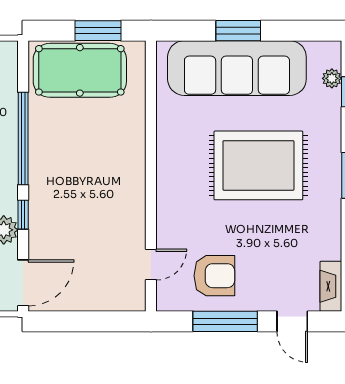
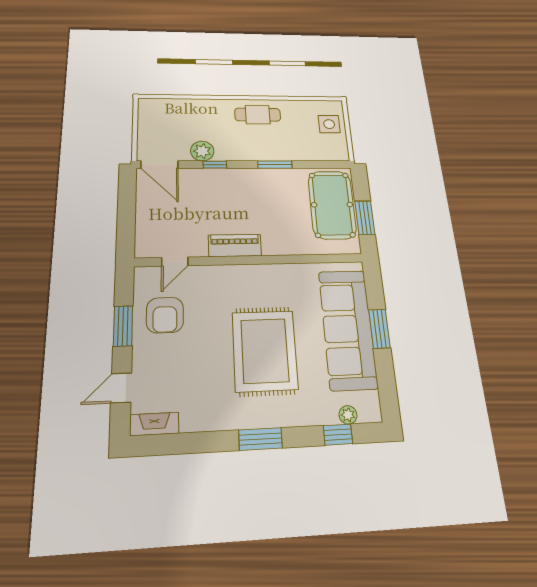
window: (23, 139) -> (275, 165), width x0.47
piano: (132, 194) -> (235, 245), added
door: (151, 265) -> (175, 262), hinge flipped
window: (225, 321) -> (123, 326), width x0.69

